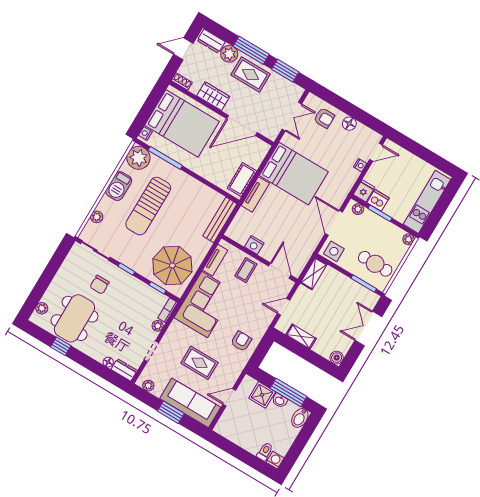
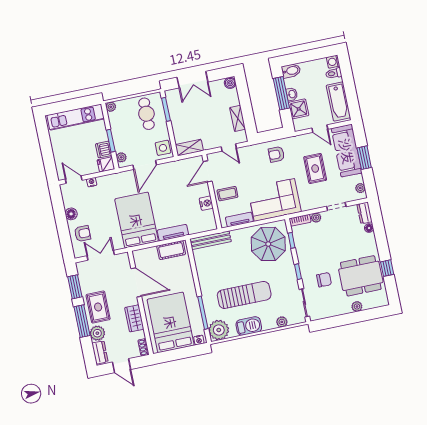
armchair: (324, 118) -> (82, 234), turned 90
plant: (42, 308) -> (357, 306), moved
bathtub: (238, 434) -> (338, 102), added

